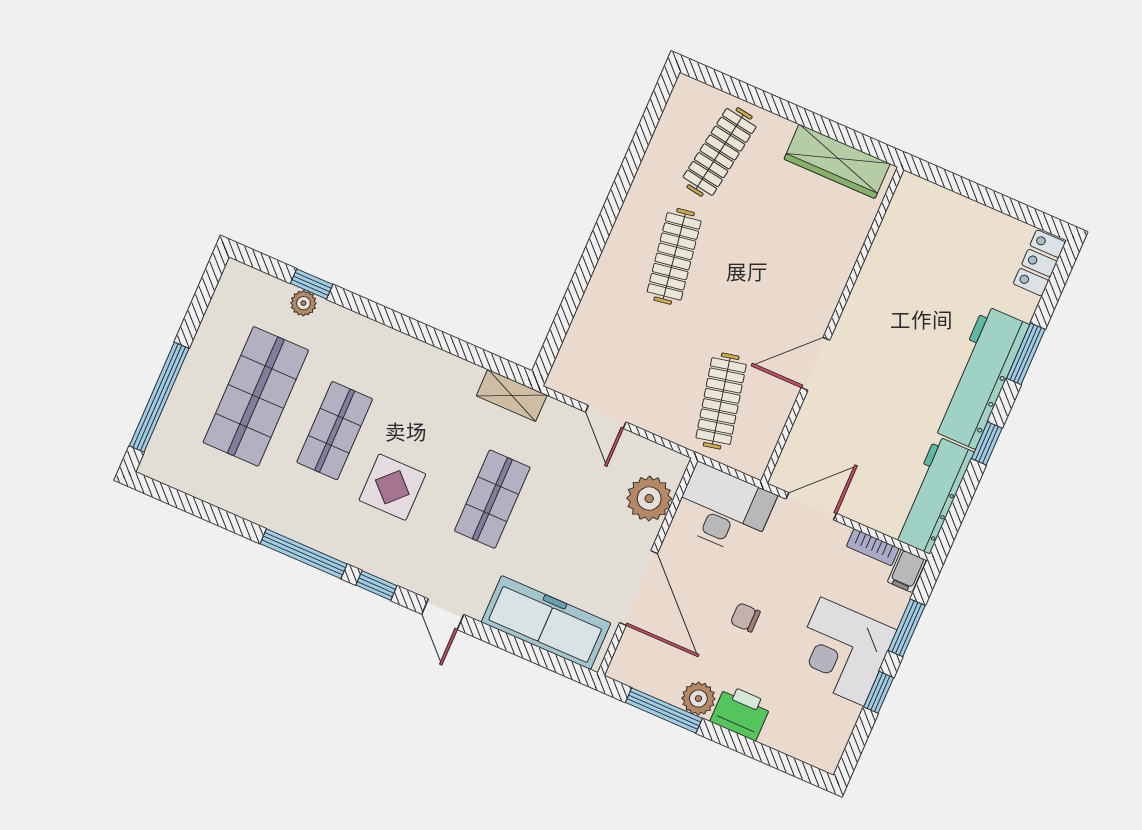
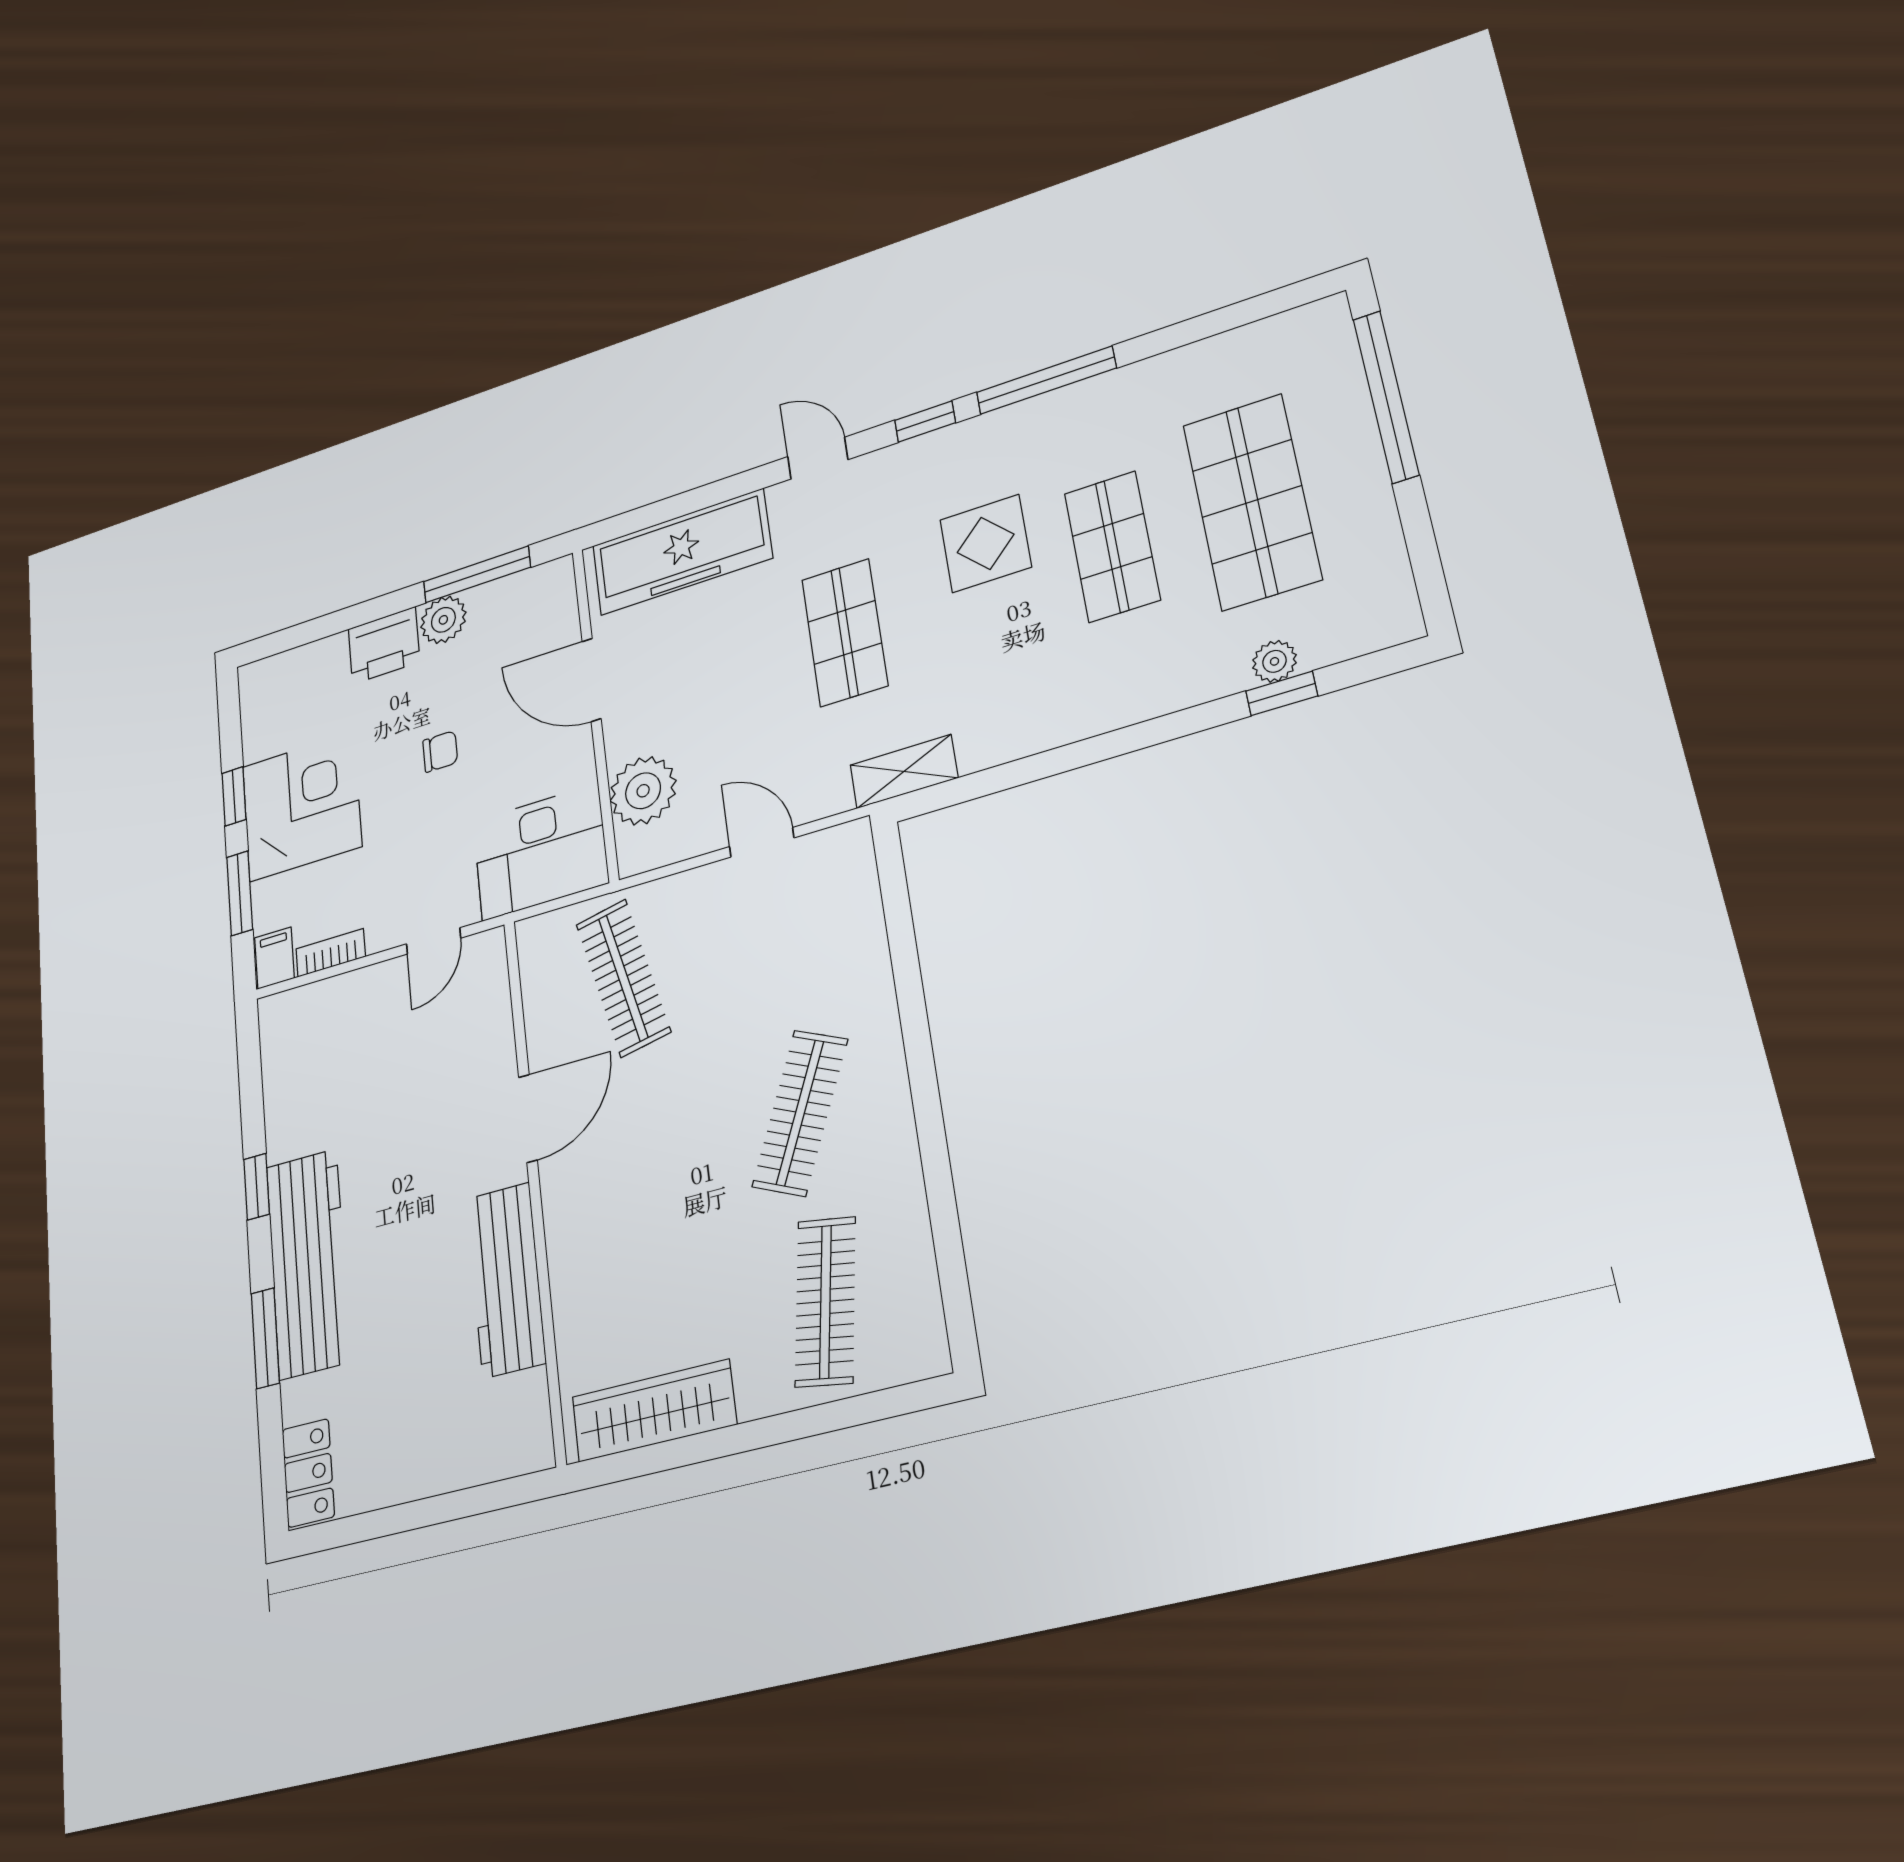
clothes rail: (674, 256) -> (800, 1113), turned 33
workbench: (933, 495) -> (506, 1280), moved, turned 180
door: (811, 506) -> (434, 941), width x0.73
door: (638, 588) -> (592, 680), width x0.73

